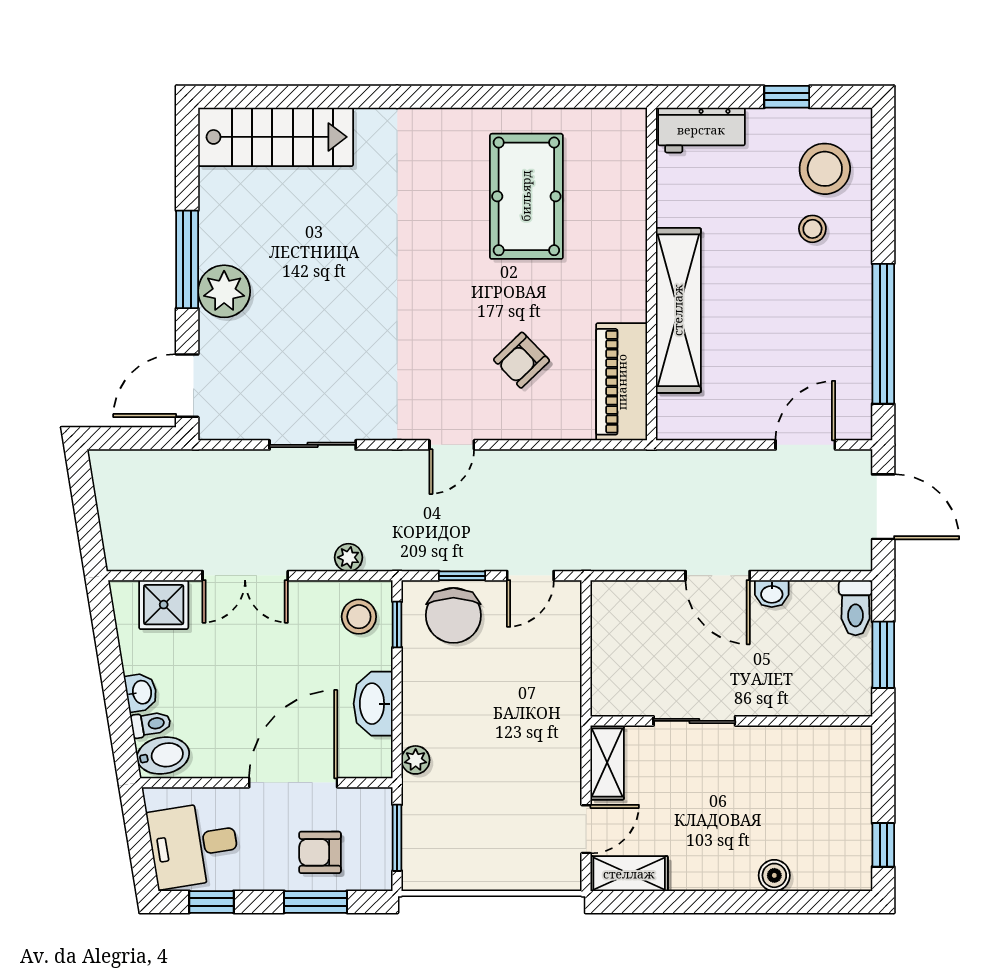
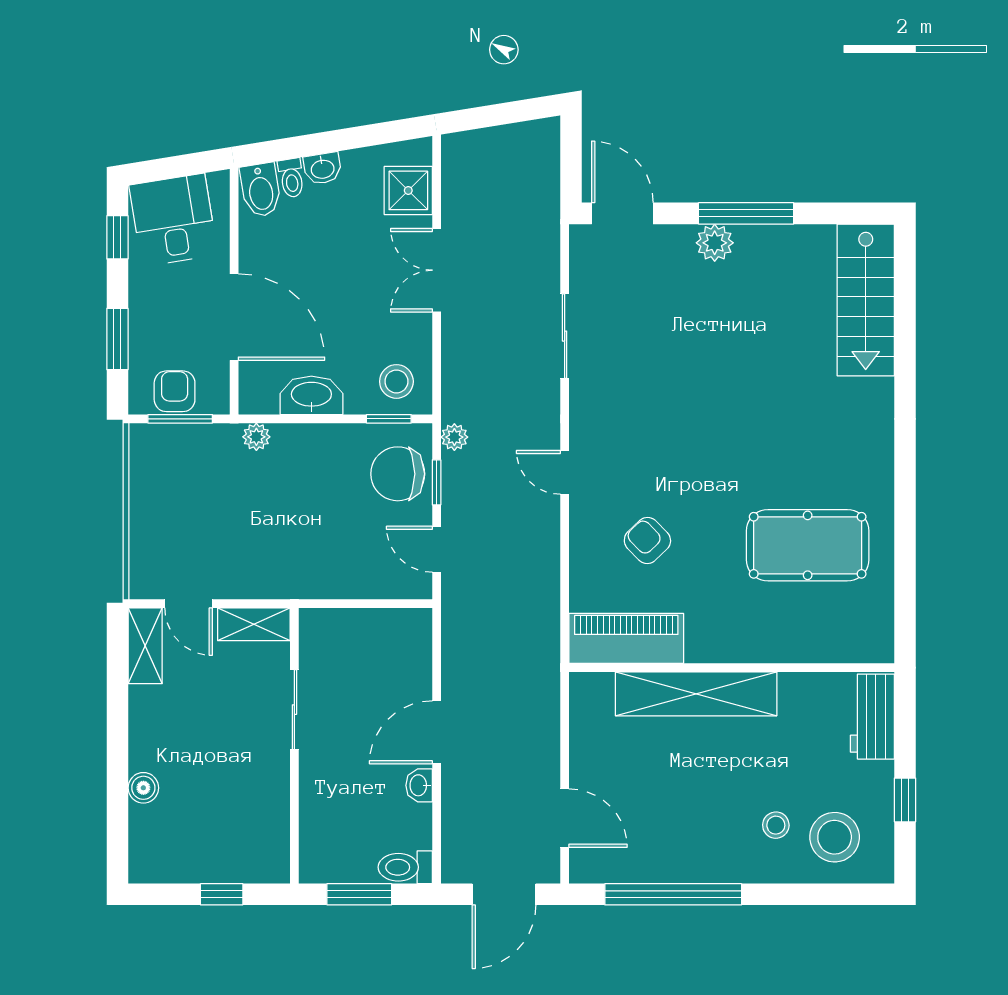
plant: (224, 291) -> (715, 243), width x0.73, depth x0.73
plant: (349, 557) -> (454, 437), moved
window: (883, 845) -> (222, 894), moved
armchair: (320, 852) -> (175, 391), moved

